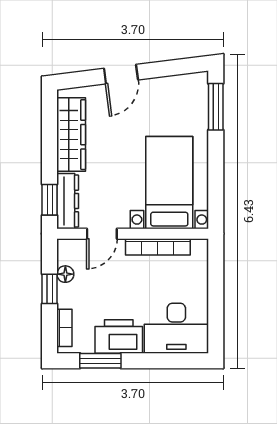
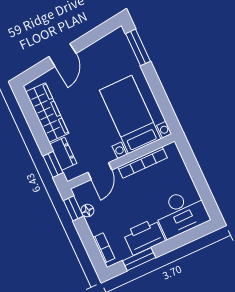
dresser: (68, 201) -> (63, 154), width x0.70
window: (50, 289) -> (73, 208), moved

